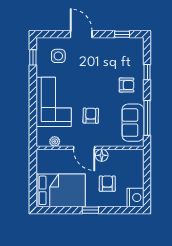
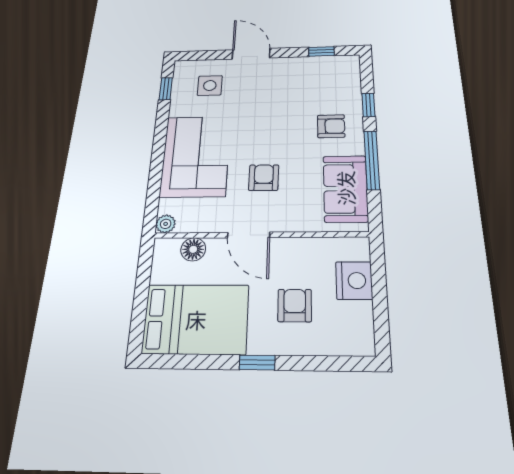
window: (147, 118) -> (372, 160), moved
plant: (55, 141) -> (166, 224), moved
floor lamp: (102, 155) -> (193, 249), moved
nightstand: (135, 198) -> (354, 281), moved

